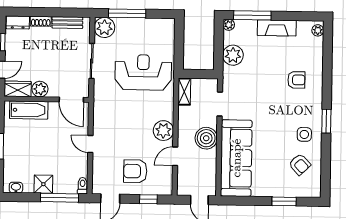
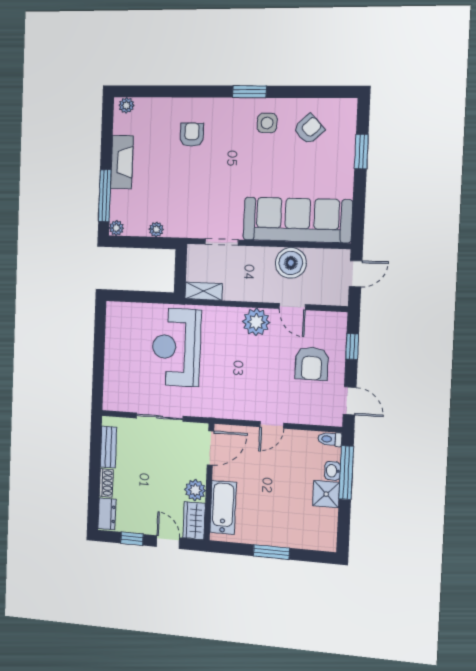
window: (127, 13) -> (98, 366), removed
plant: (104, 27) -> (116, 397), removed
plant: (233, 55) -> (156, 229), width x0.53, depth x0.53
boiler: (206, 138) -> (291, 263), moved
washbasin: (16, 188) -> (333, 471), moved

